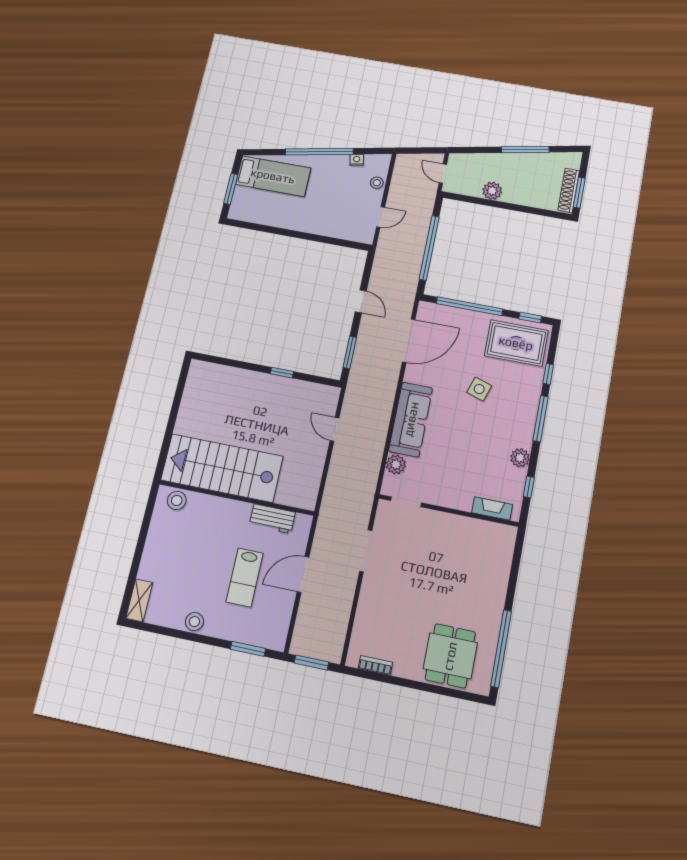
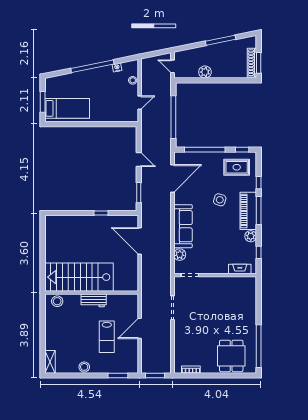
bed: (273, 176) -> (67, 108), moved
rug: (516, 343) -> (237, 167), width x0.73, depth x0.70
piano: (523, 416) -> (248, 211), added
door: (335, 429) -> (140, 241), width x1.87
workbench: (272, 519) -> (94, 300), moved

